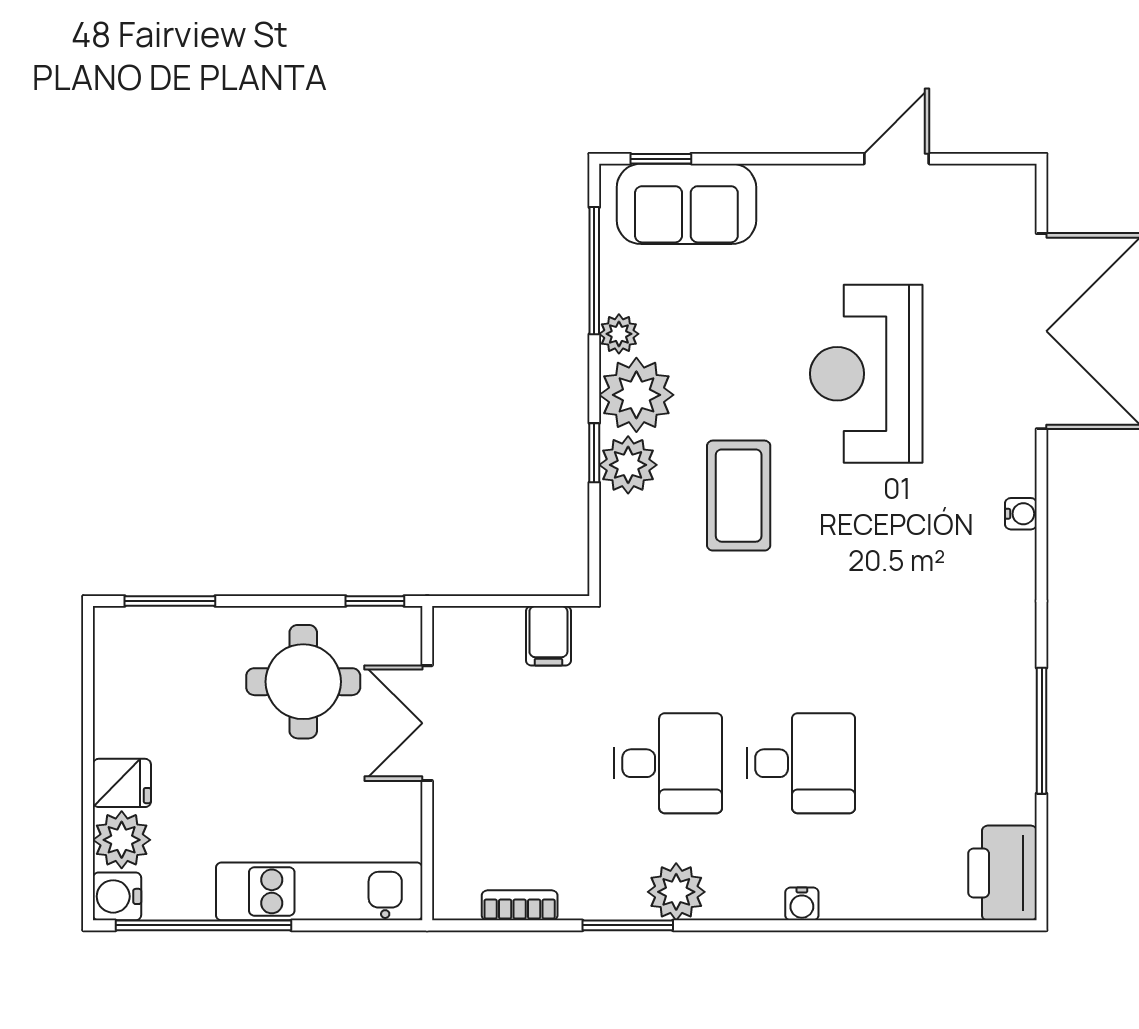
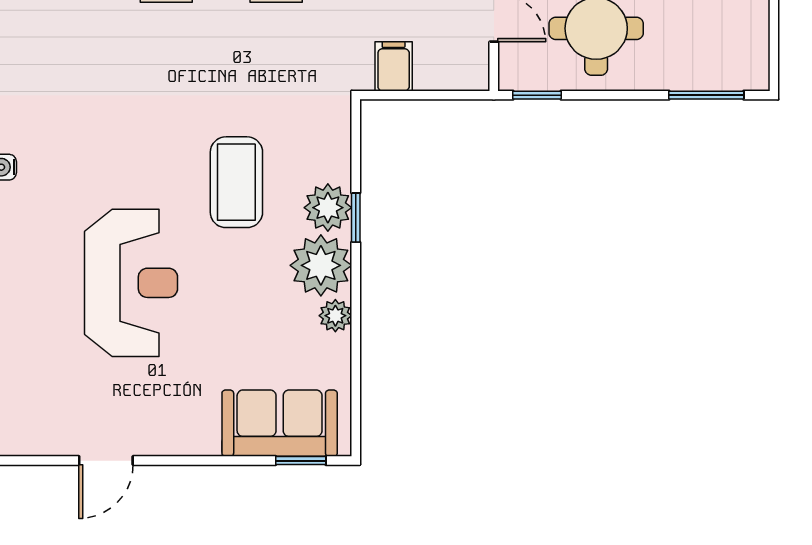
window: (594, 271) -> (356, 368), removed

